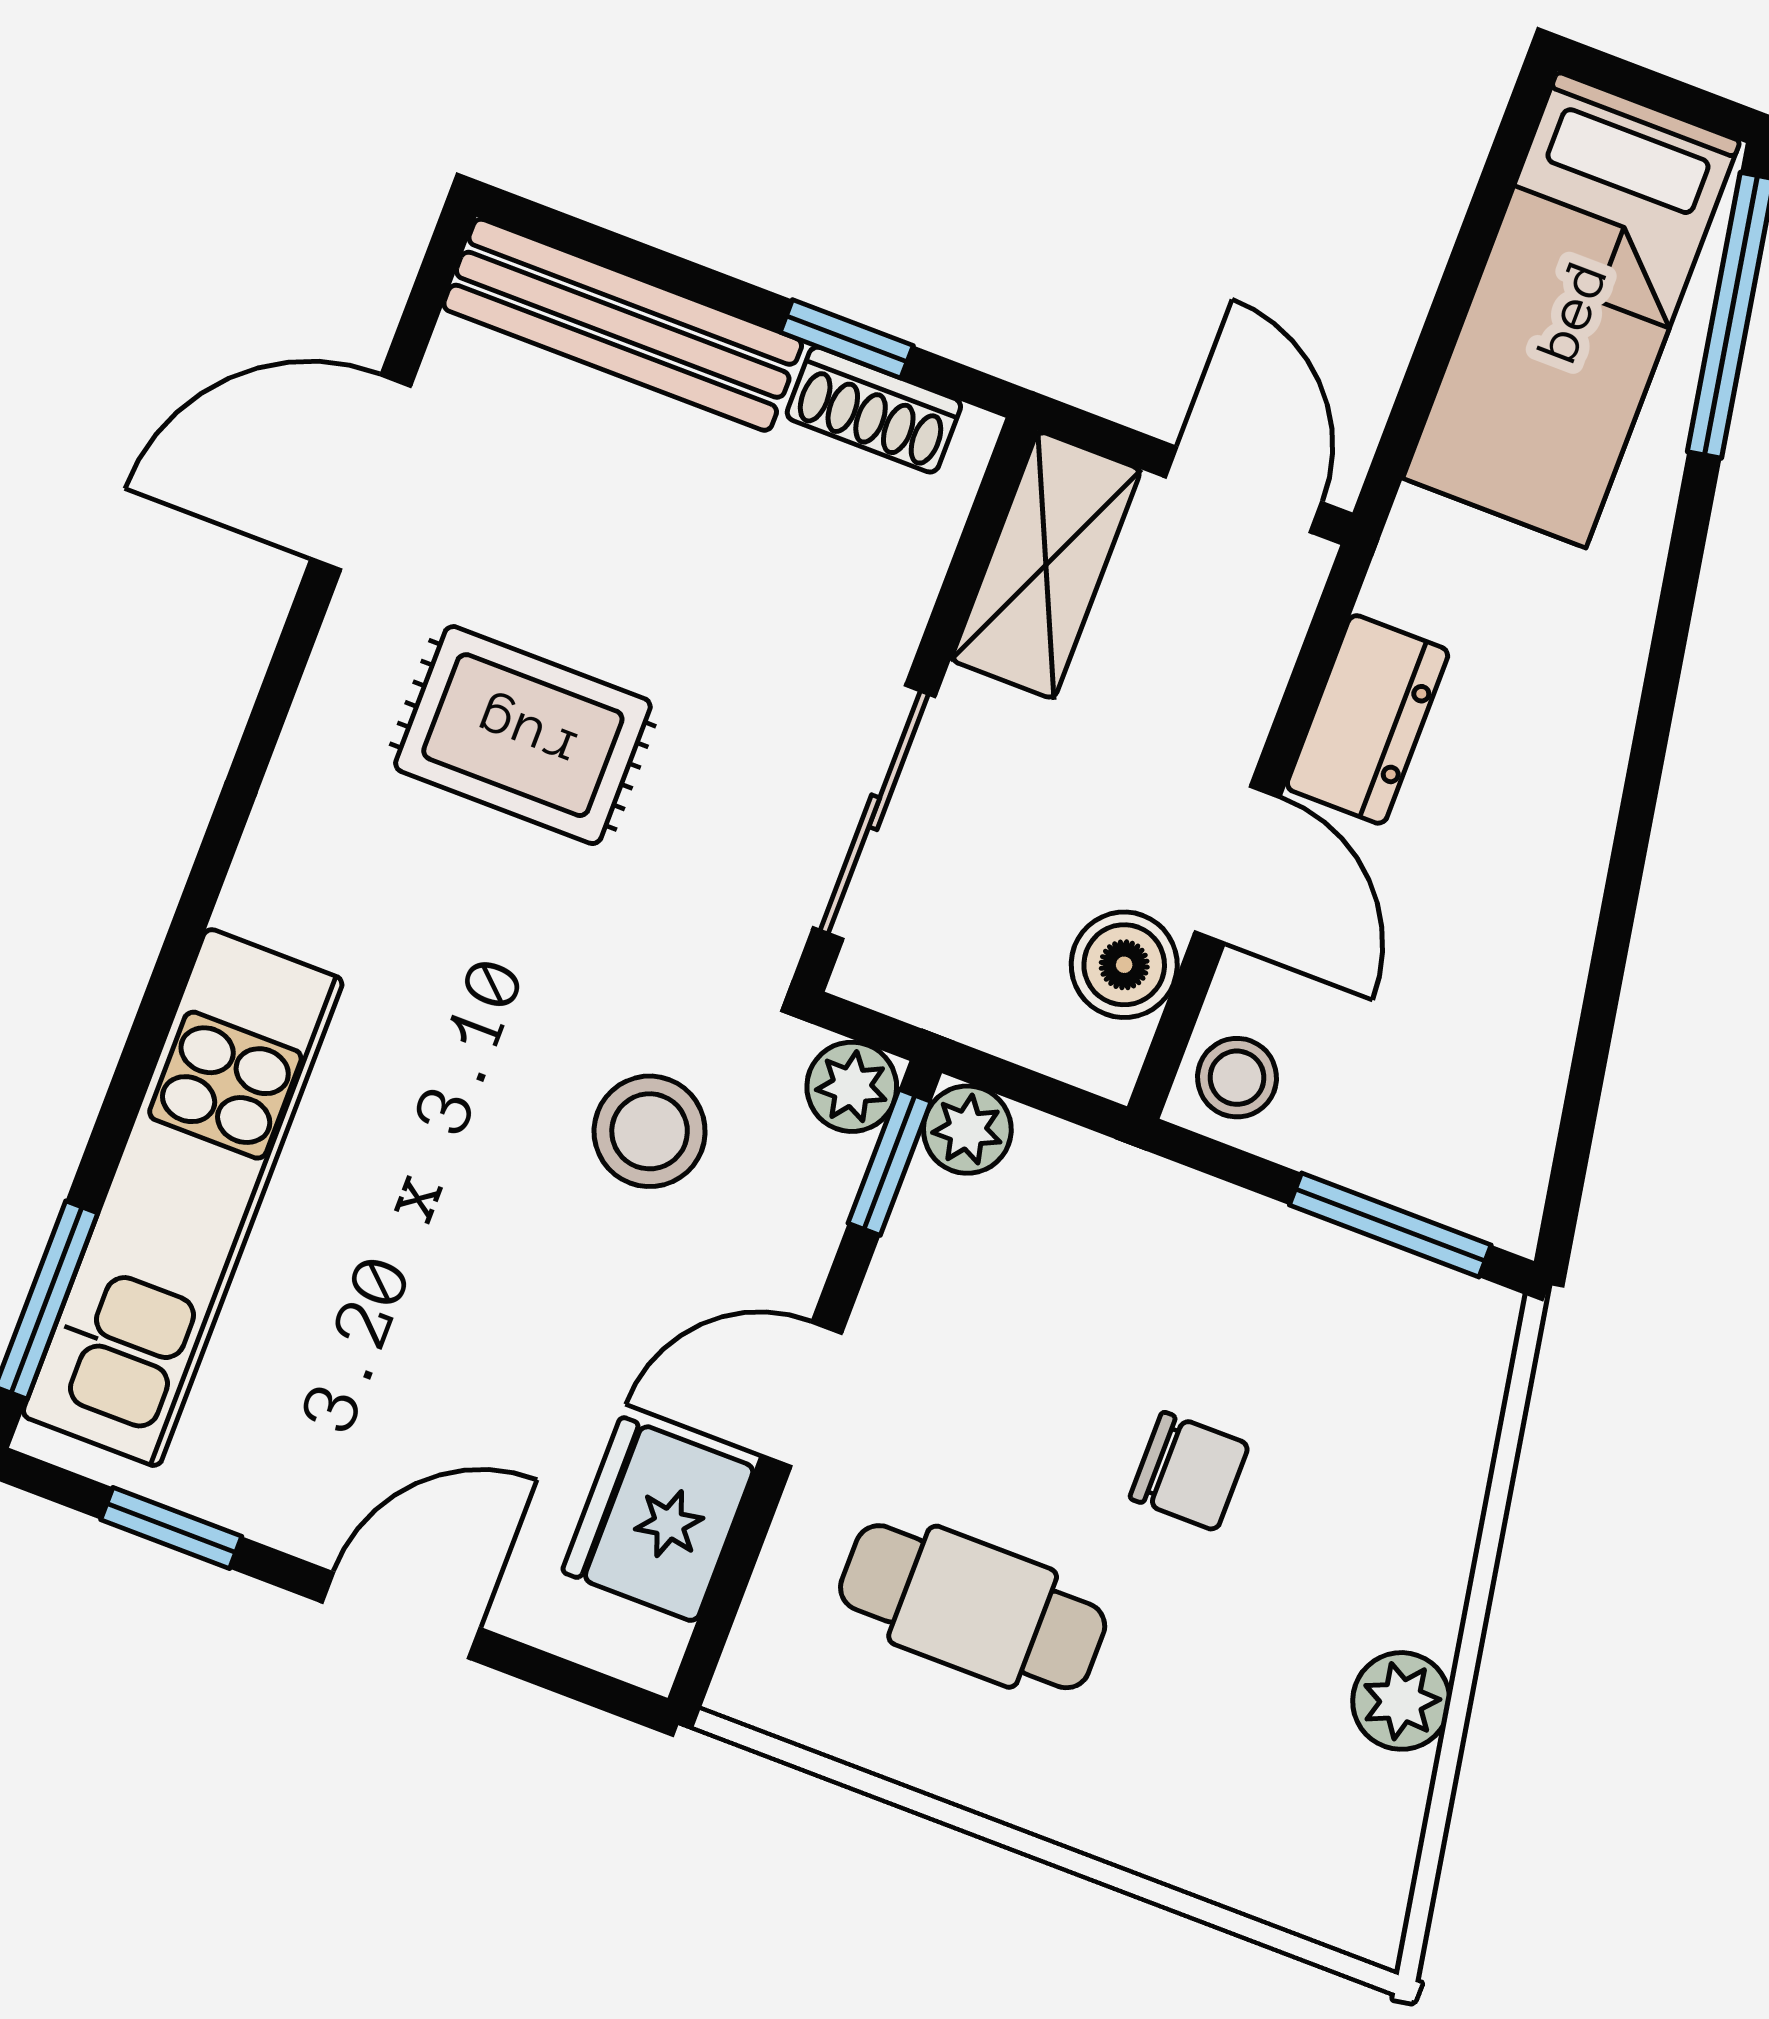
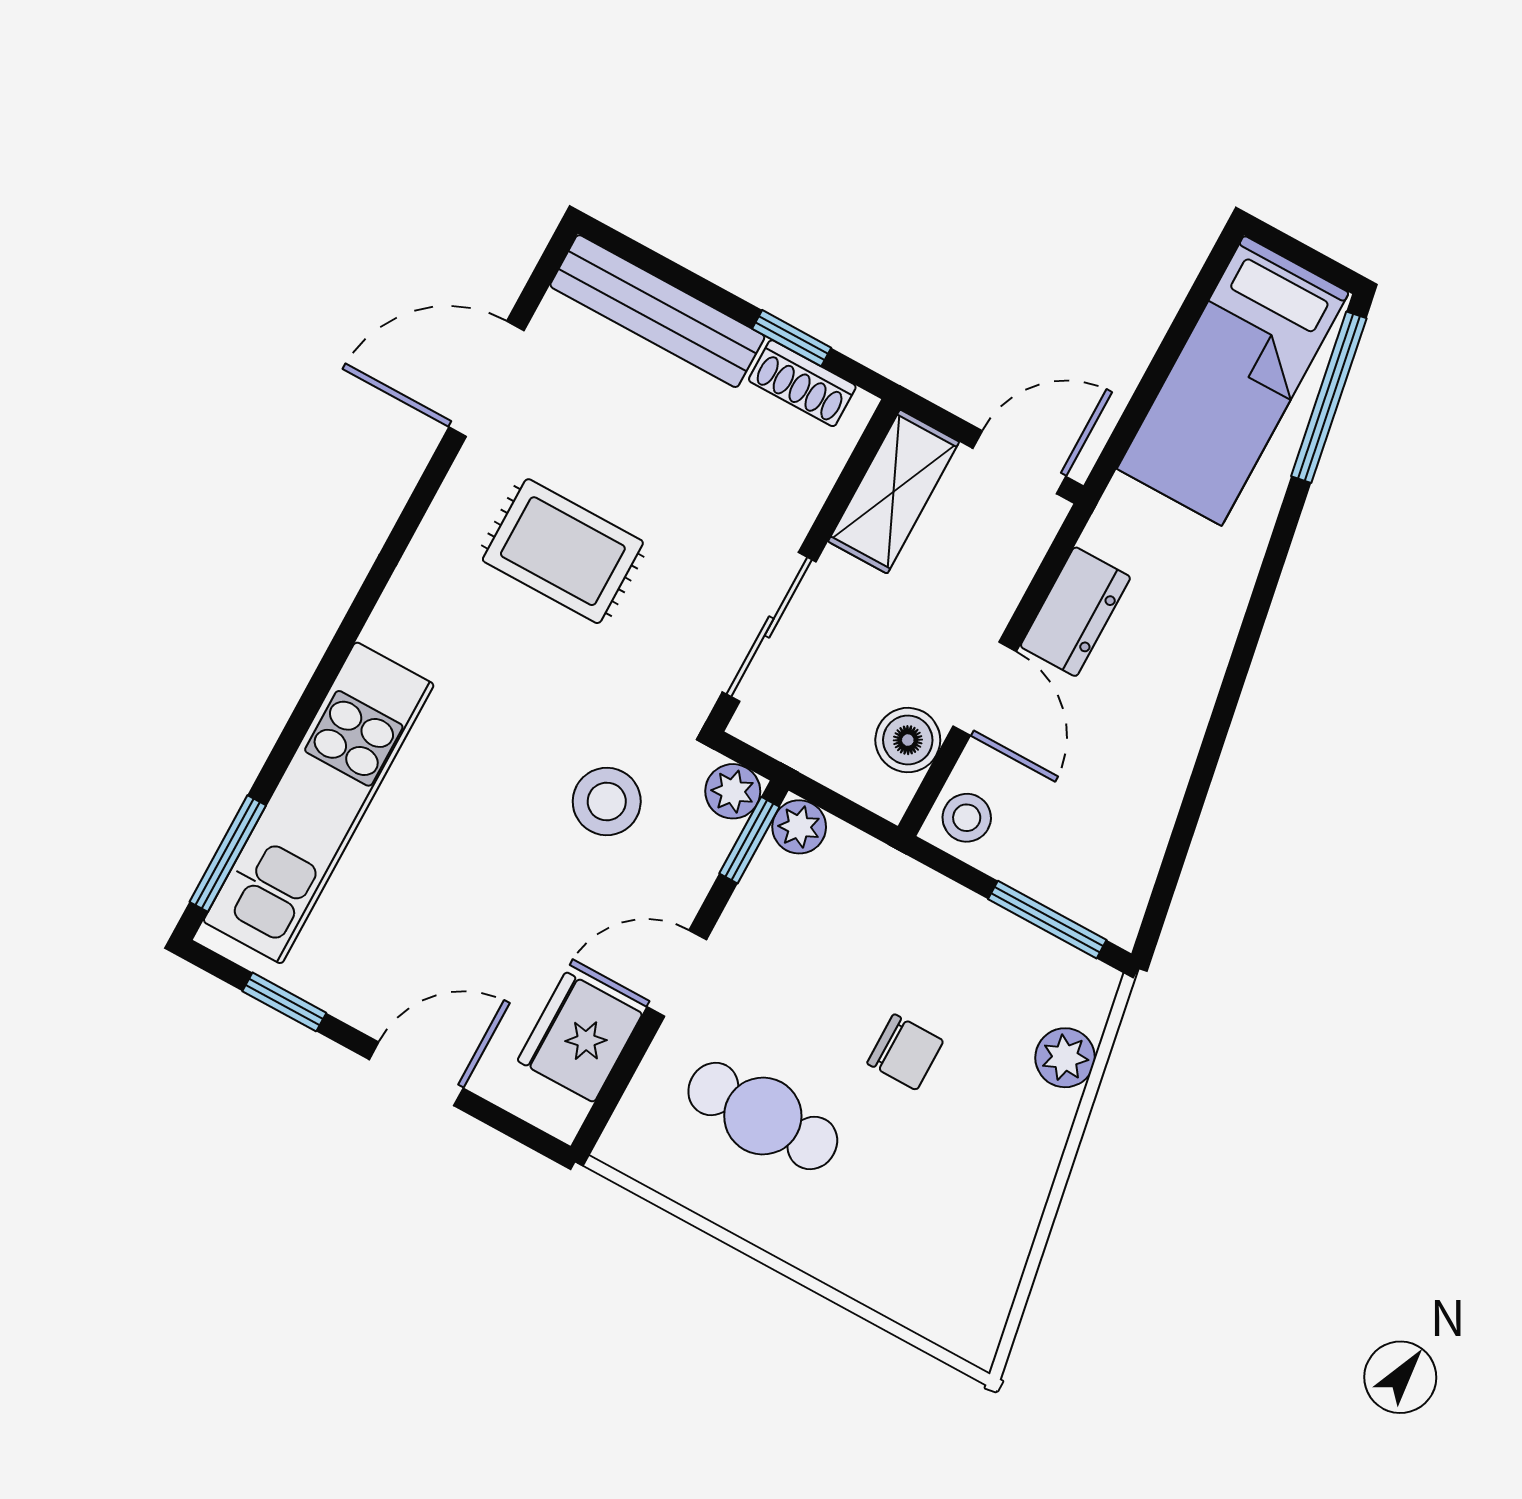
door: (1244, 490) -> (1019, 462), hinge flipped
plant: (1401, 1701) -> (1065, 1058), moved

